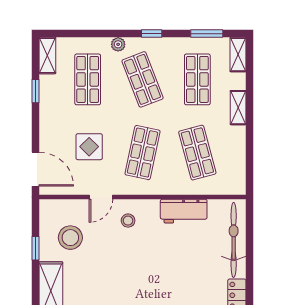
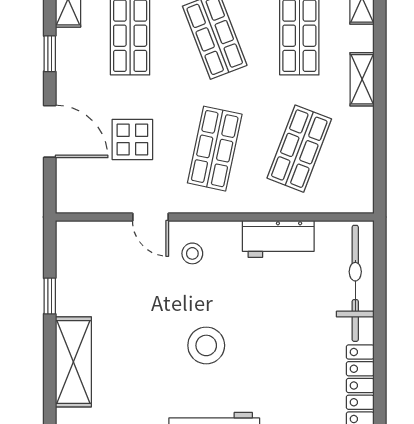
shop shelf: (197, 153) -> (299, 149), turned 36
door: (36, 169) -> (50, 131), moved
door: (101, 197) -> (150, 217), hinge flipped
stool: (70, 238) -> (206, 345), moved

